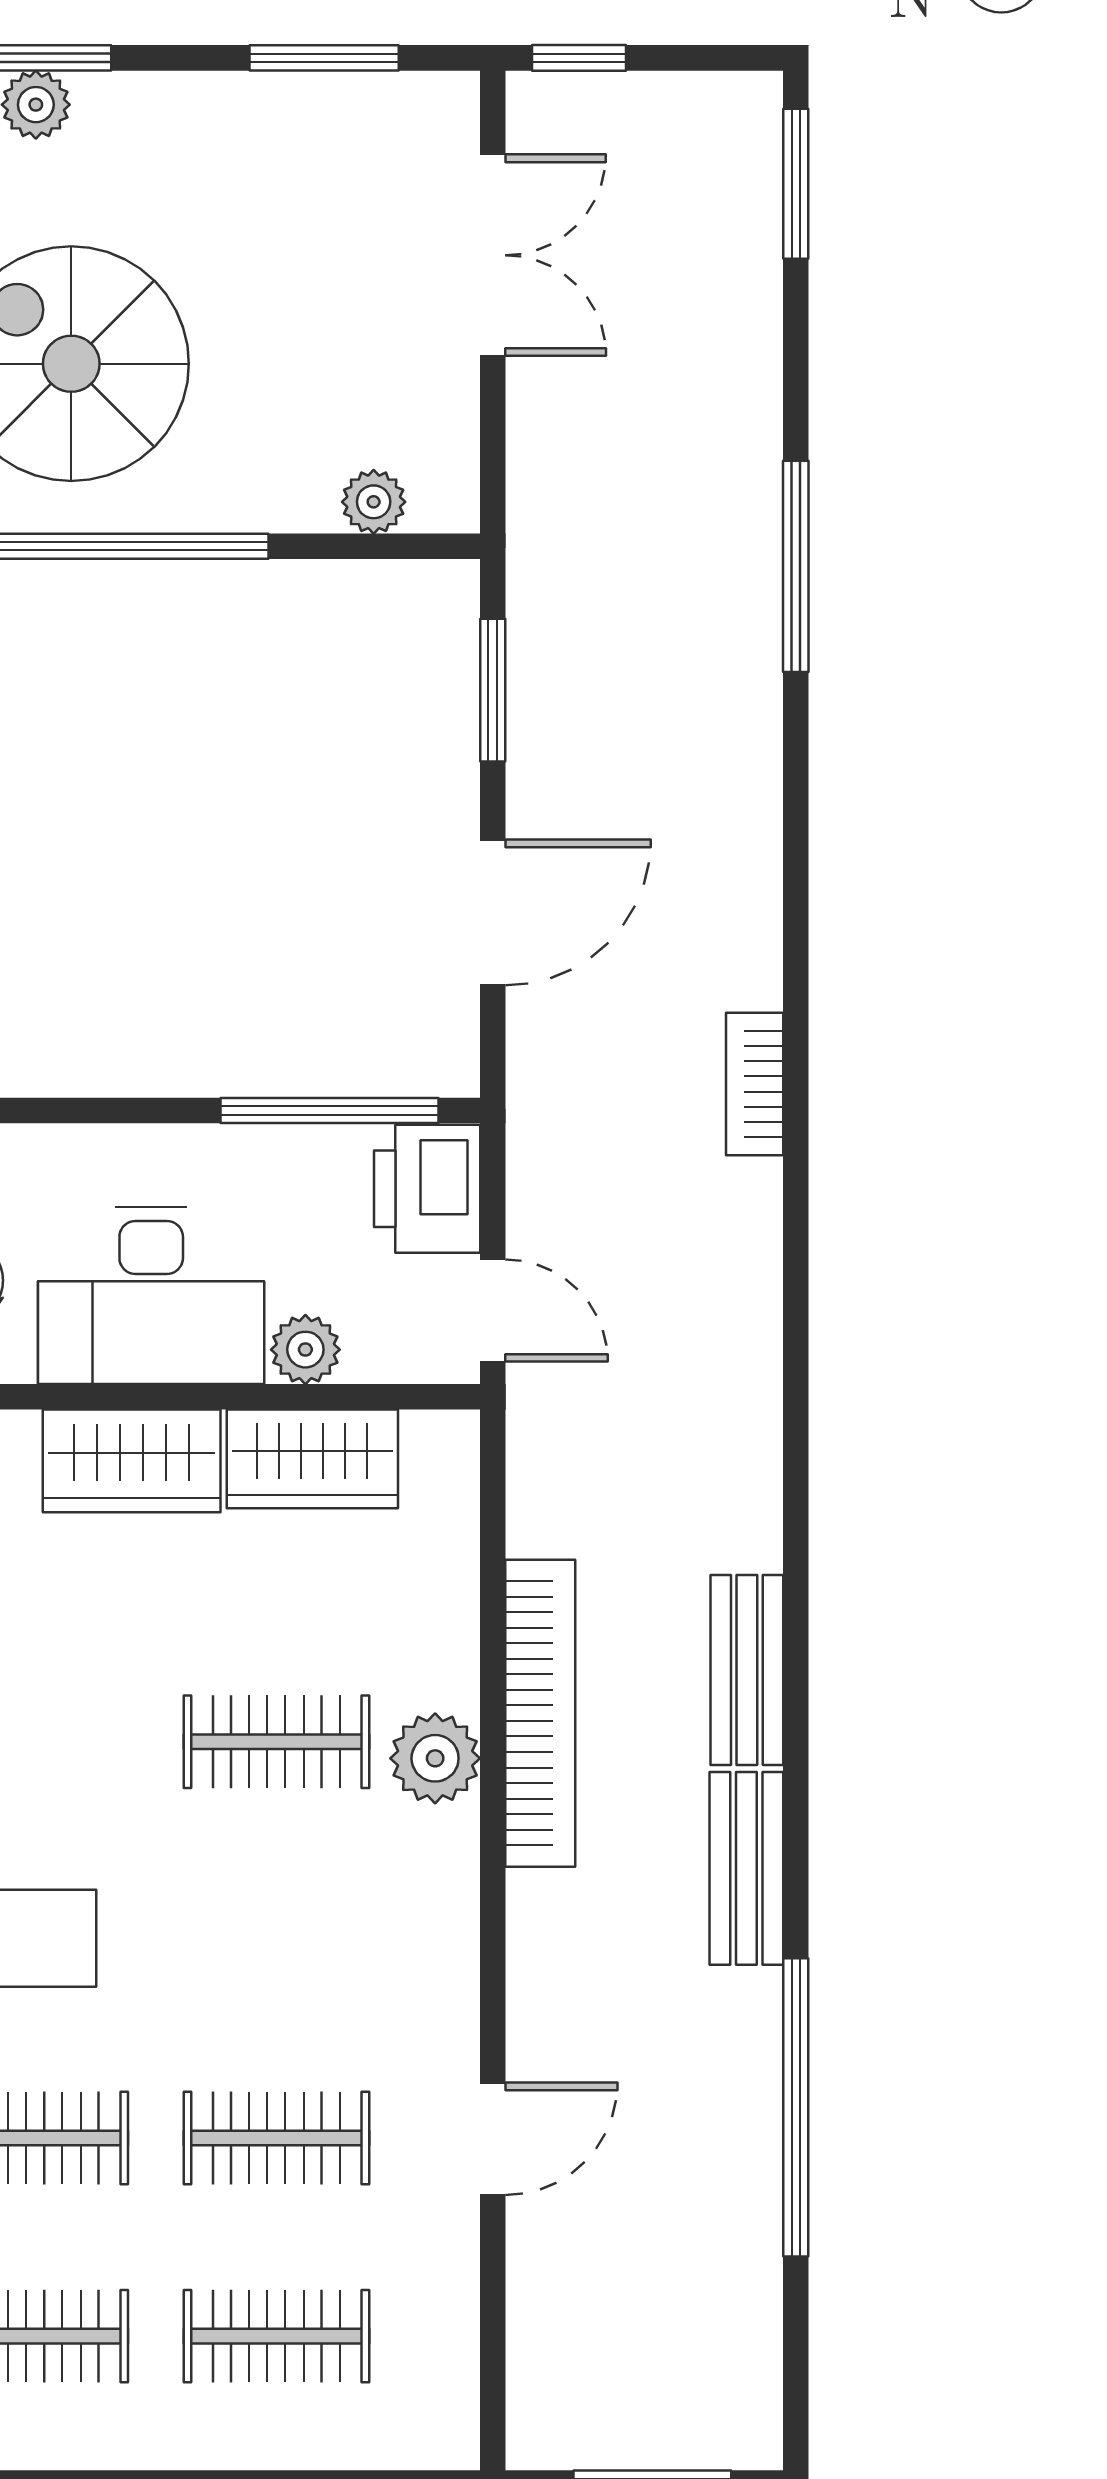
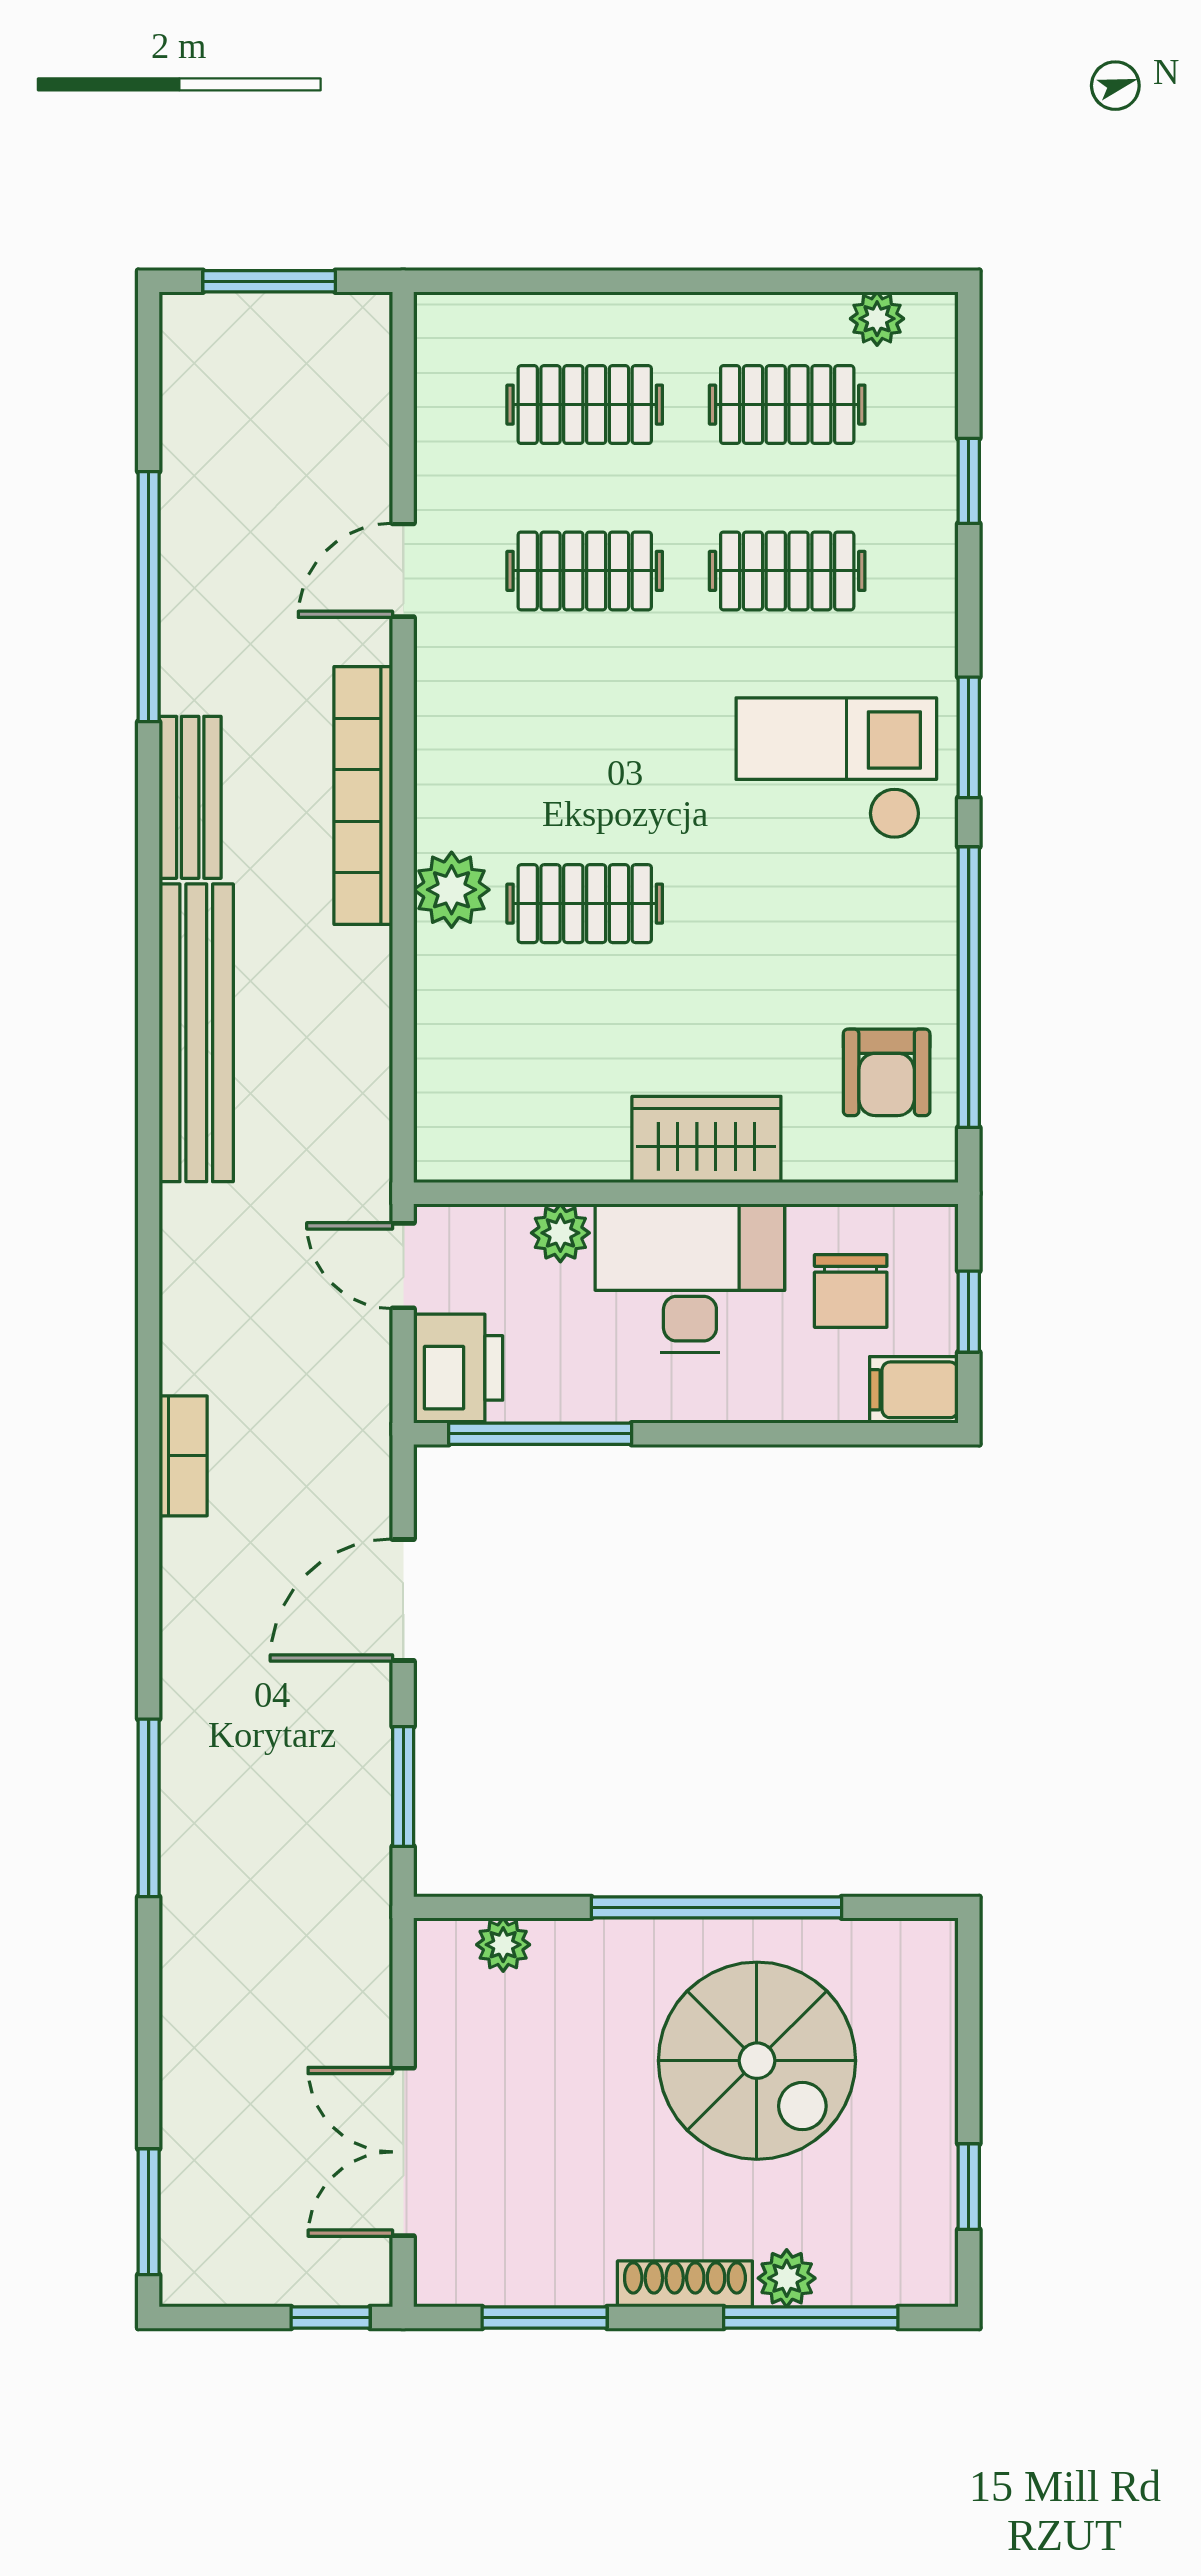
shoe rack: (157, 98) -> (685, 2284), added
window: (796, 566) -> (149, 1808), moved
wardrobe: (312, 1459) -> (555, 1141), removed
bench: (747, 1670) -> (196, 1033), width x1.86, depth x1.21
bookcase: (540, 1713) -> (363, 796), moved

